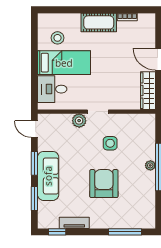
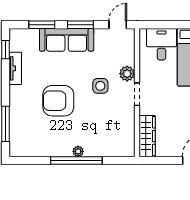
wardrobe: (148, 91) -> (147, 136), moved, turned 90
side table: (110, 143) -> (100, 86), moved
armchair: (104, 184) -> (58, 101), turned 180

